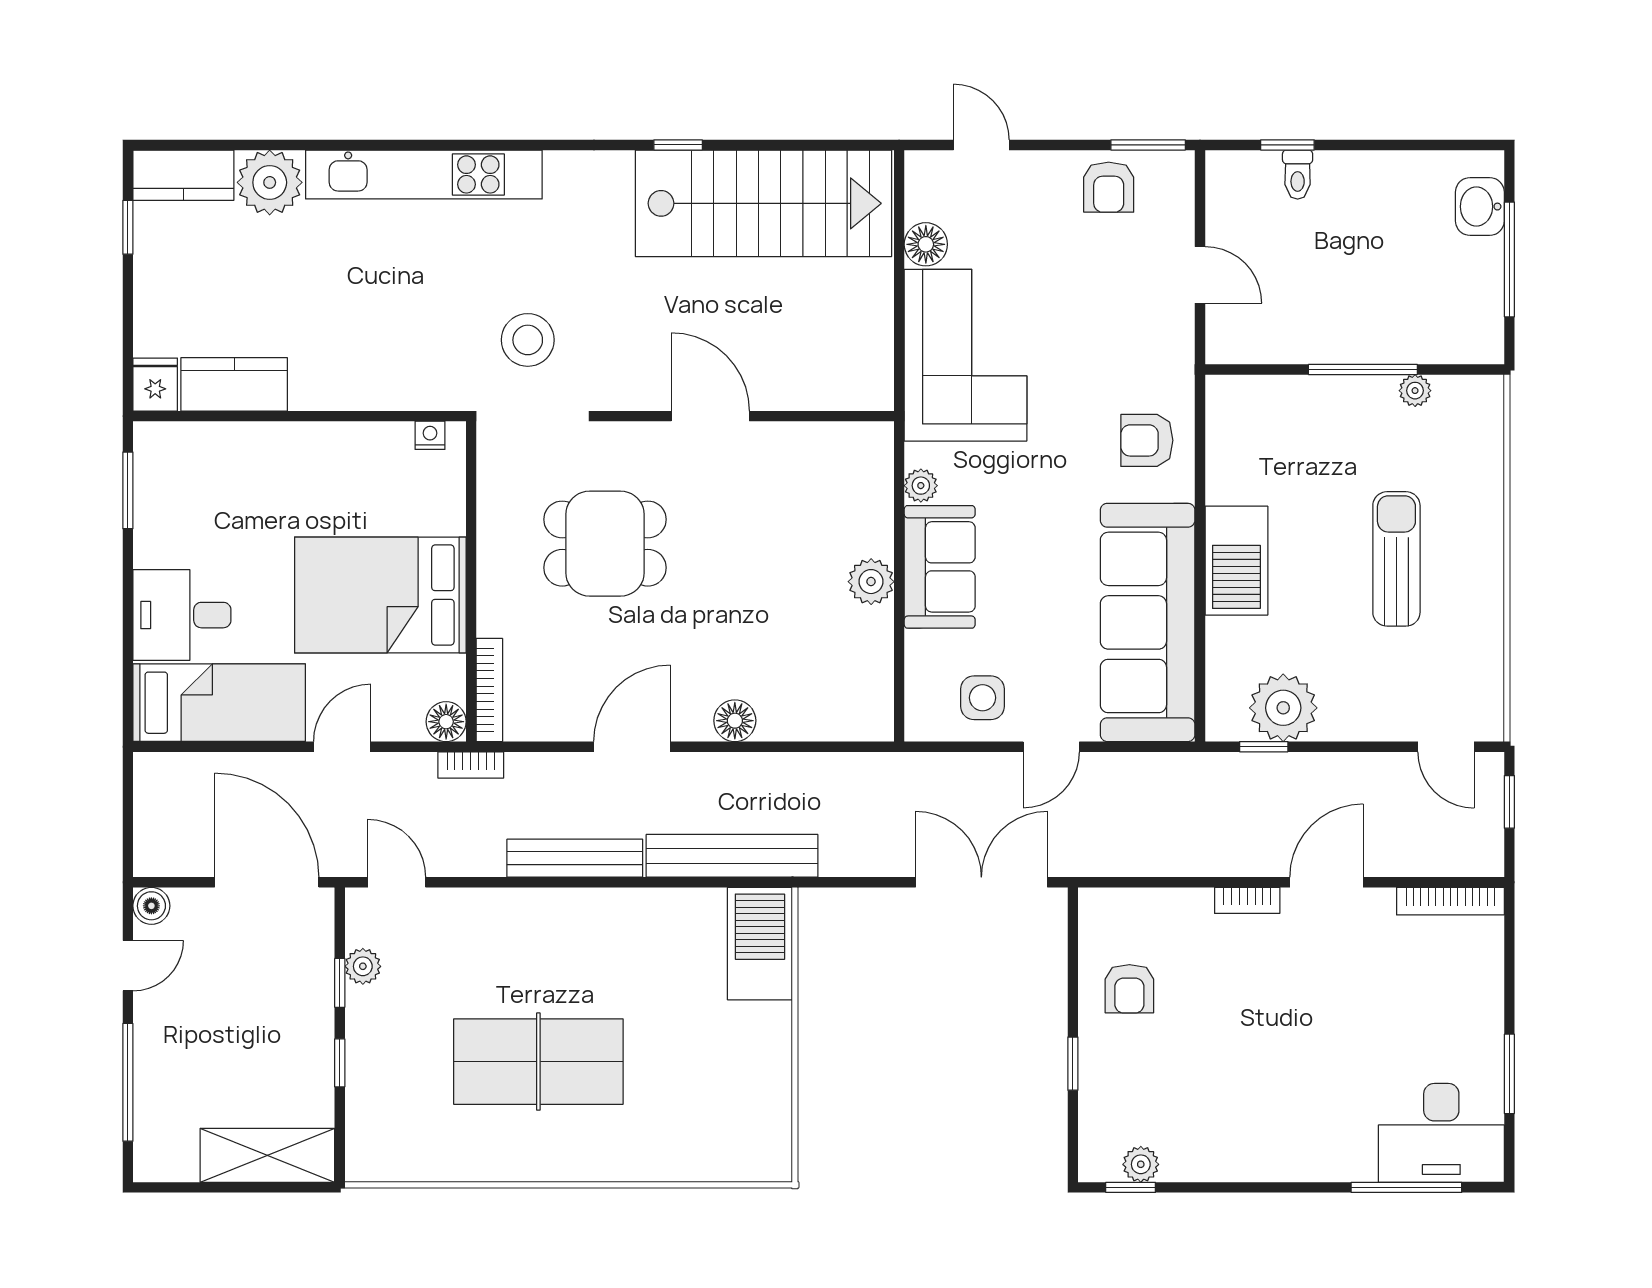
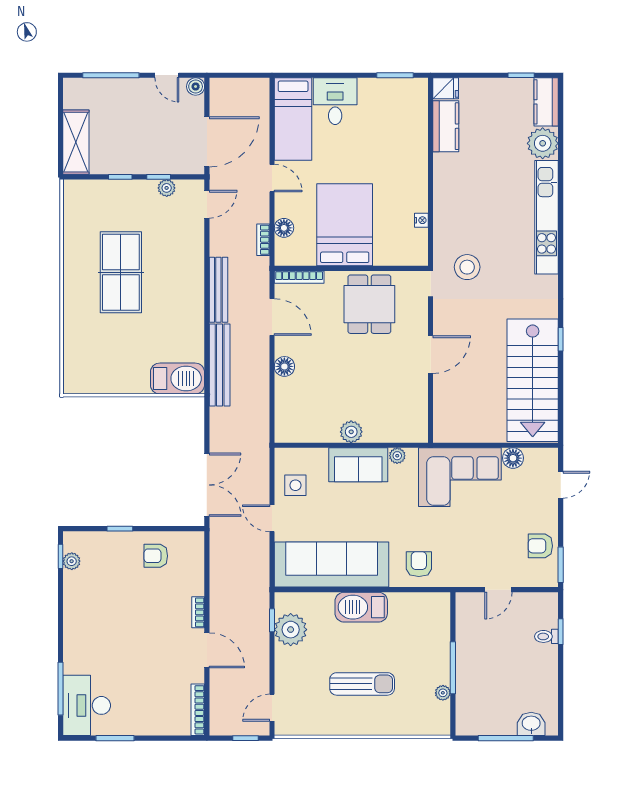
wall: (471, 581) -> (351, 268), moved
bed: (380, 595) -> (345, 225), moved
bookcase: (489, 690) -> (299, 277), moved

